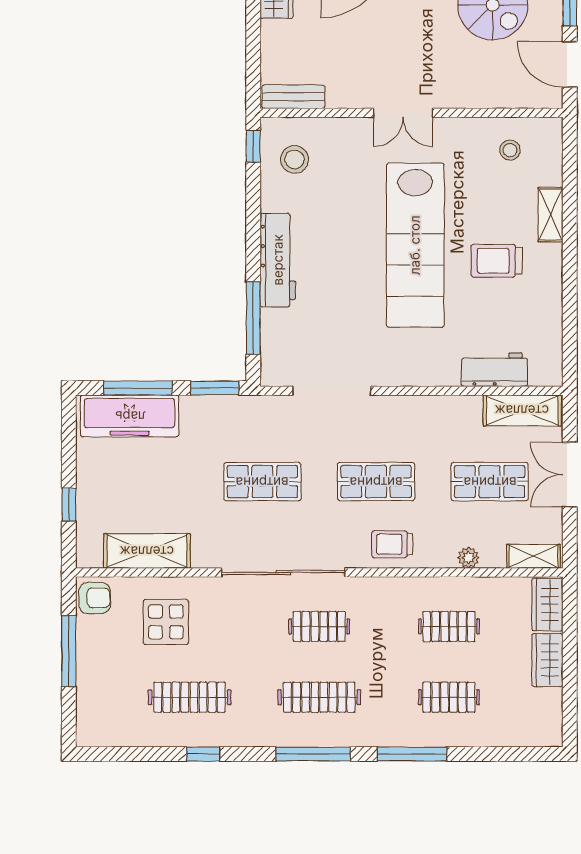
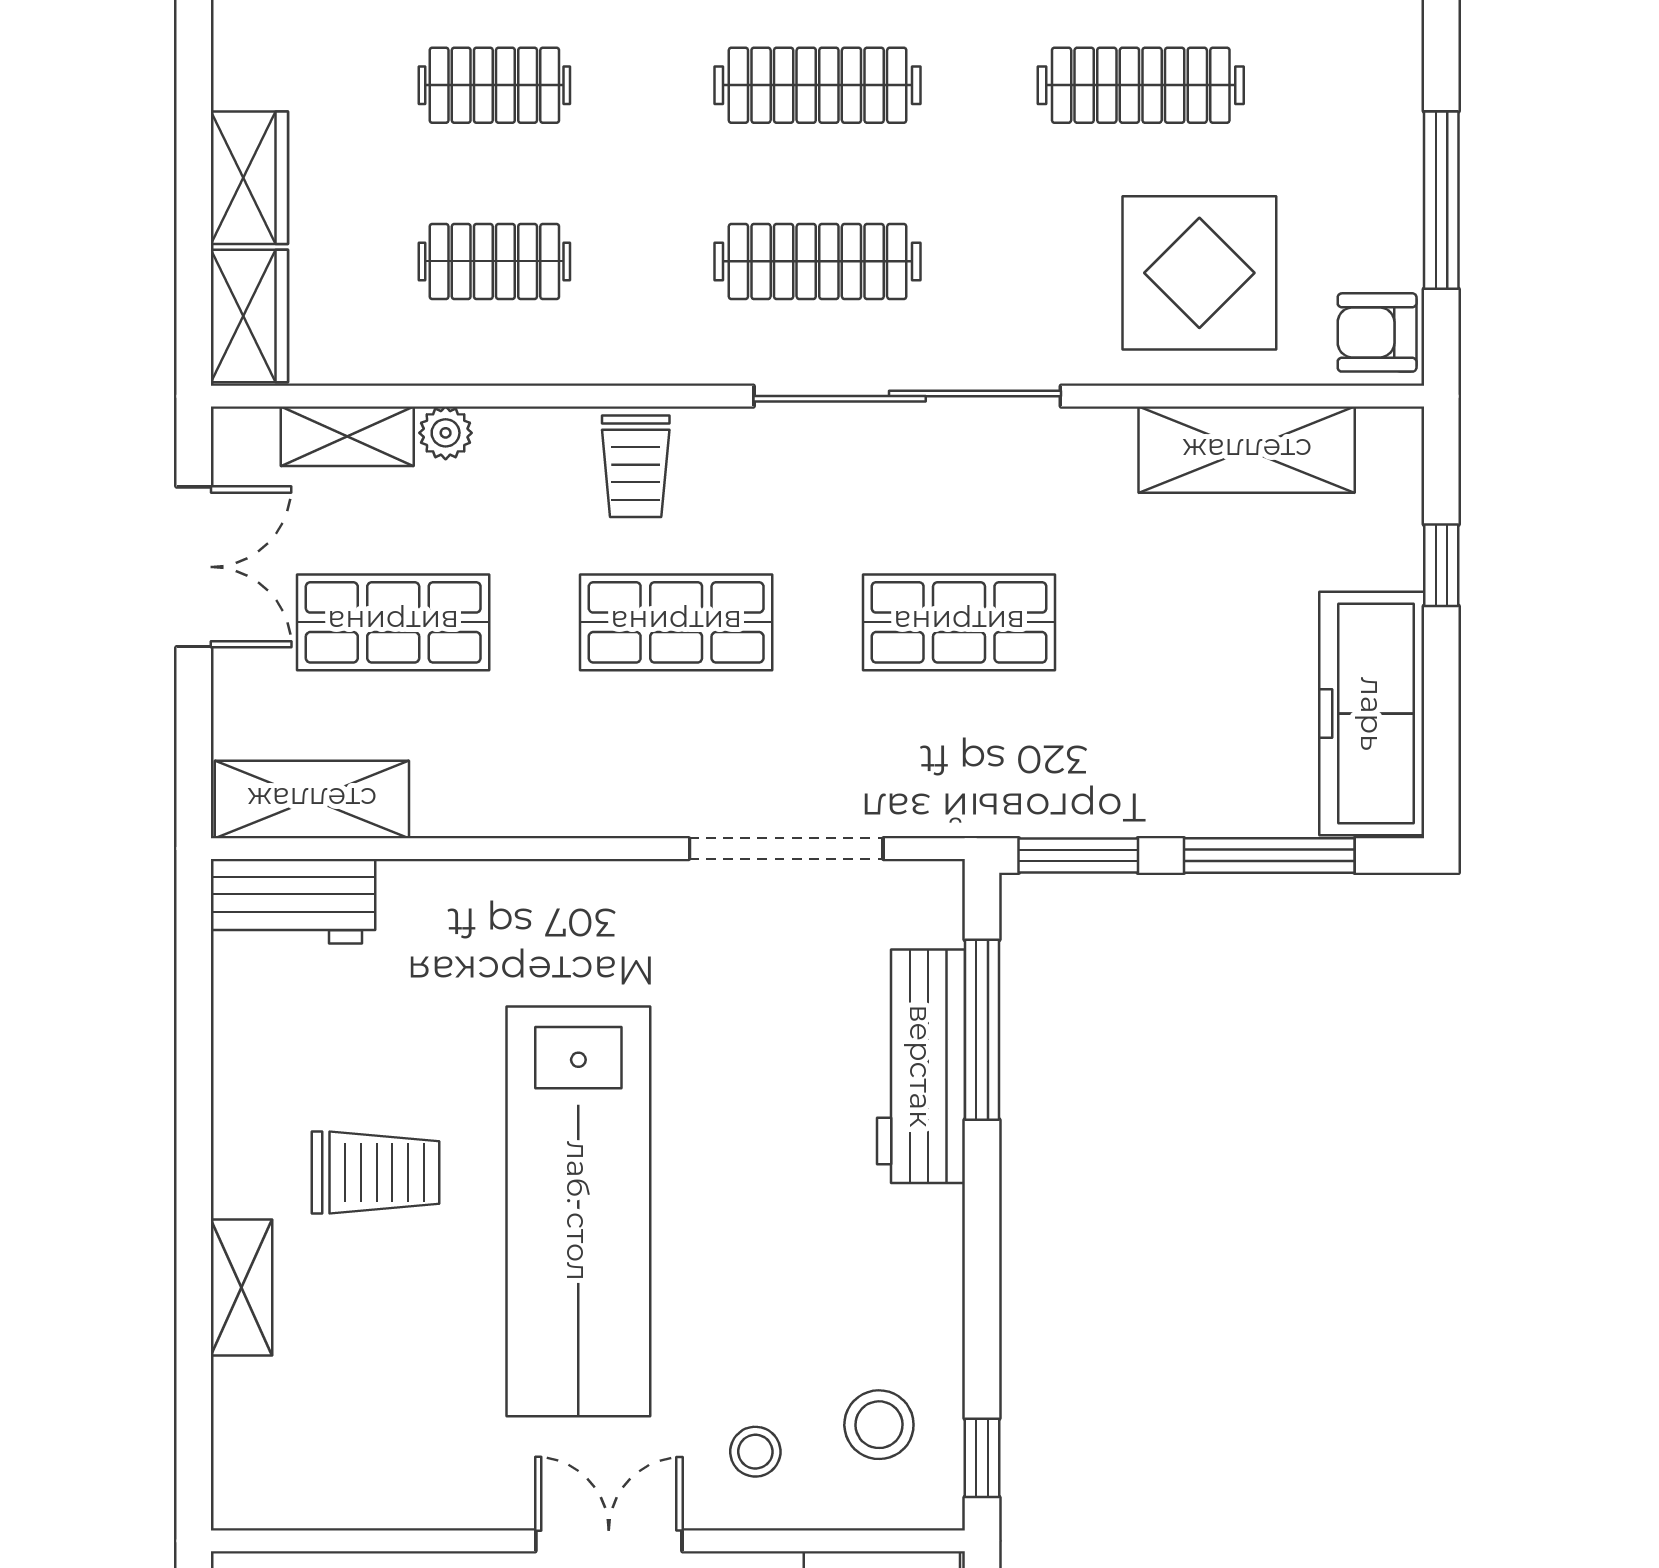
stool: (510, 150) -> (755, 1452), moved
lab bench: (415, 245) -> (578, 1211), turned 180
workbench: (278, 260) -> (921, 1066), moved
workbench: (494, 370) -> (293, 901), moved
freezer: (130, 416) -> (1372, 714), moved, turned -90
double door: (570, 475) -> (194, 567), moved
trolley: (392, 544) -> (636, 466), turned 90
shelving: (533, 556) -> (347, 436), moved
display table: (166, 622) -> (1199, 273), width x1.36, depth x1.36
clothes rail: (319, 626) -> (818, 261), width x1.36

